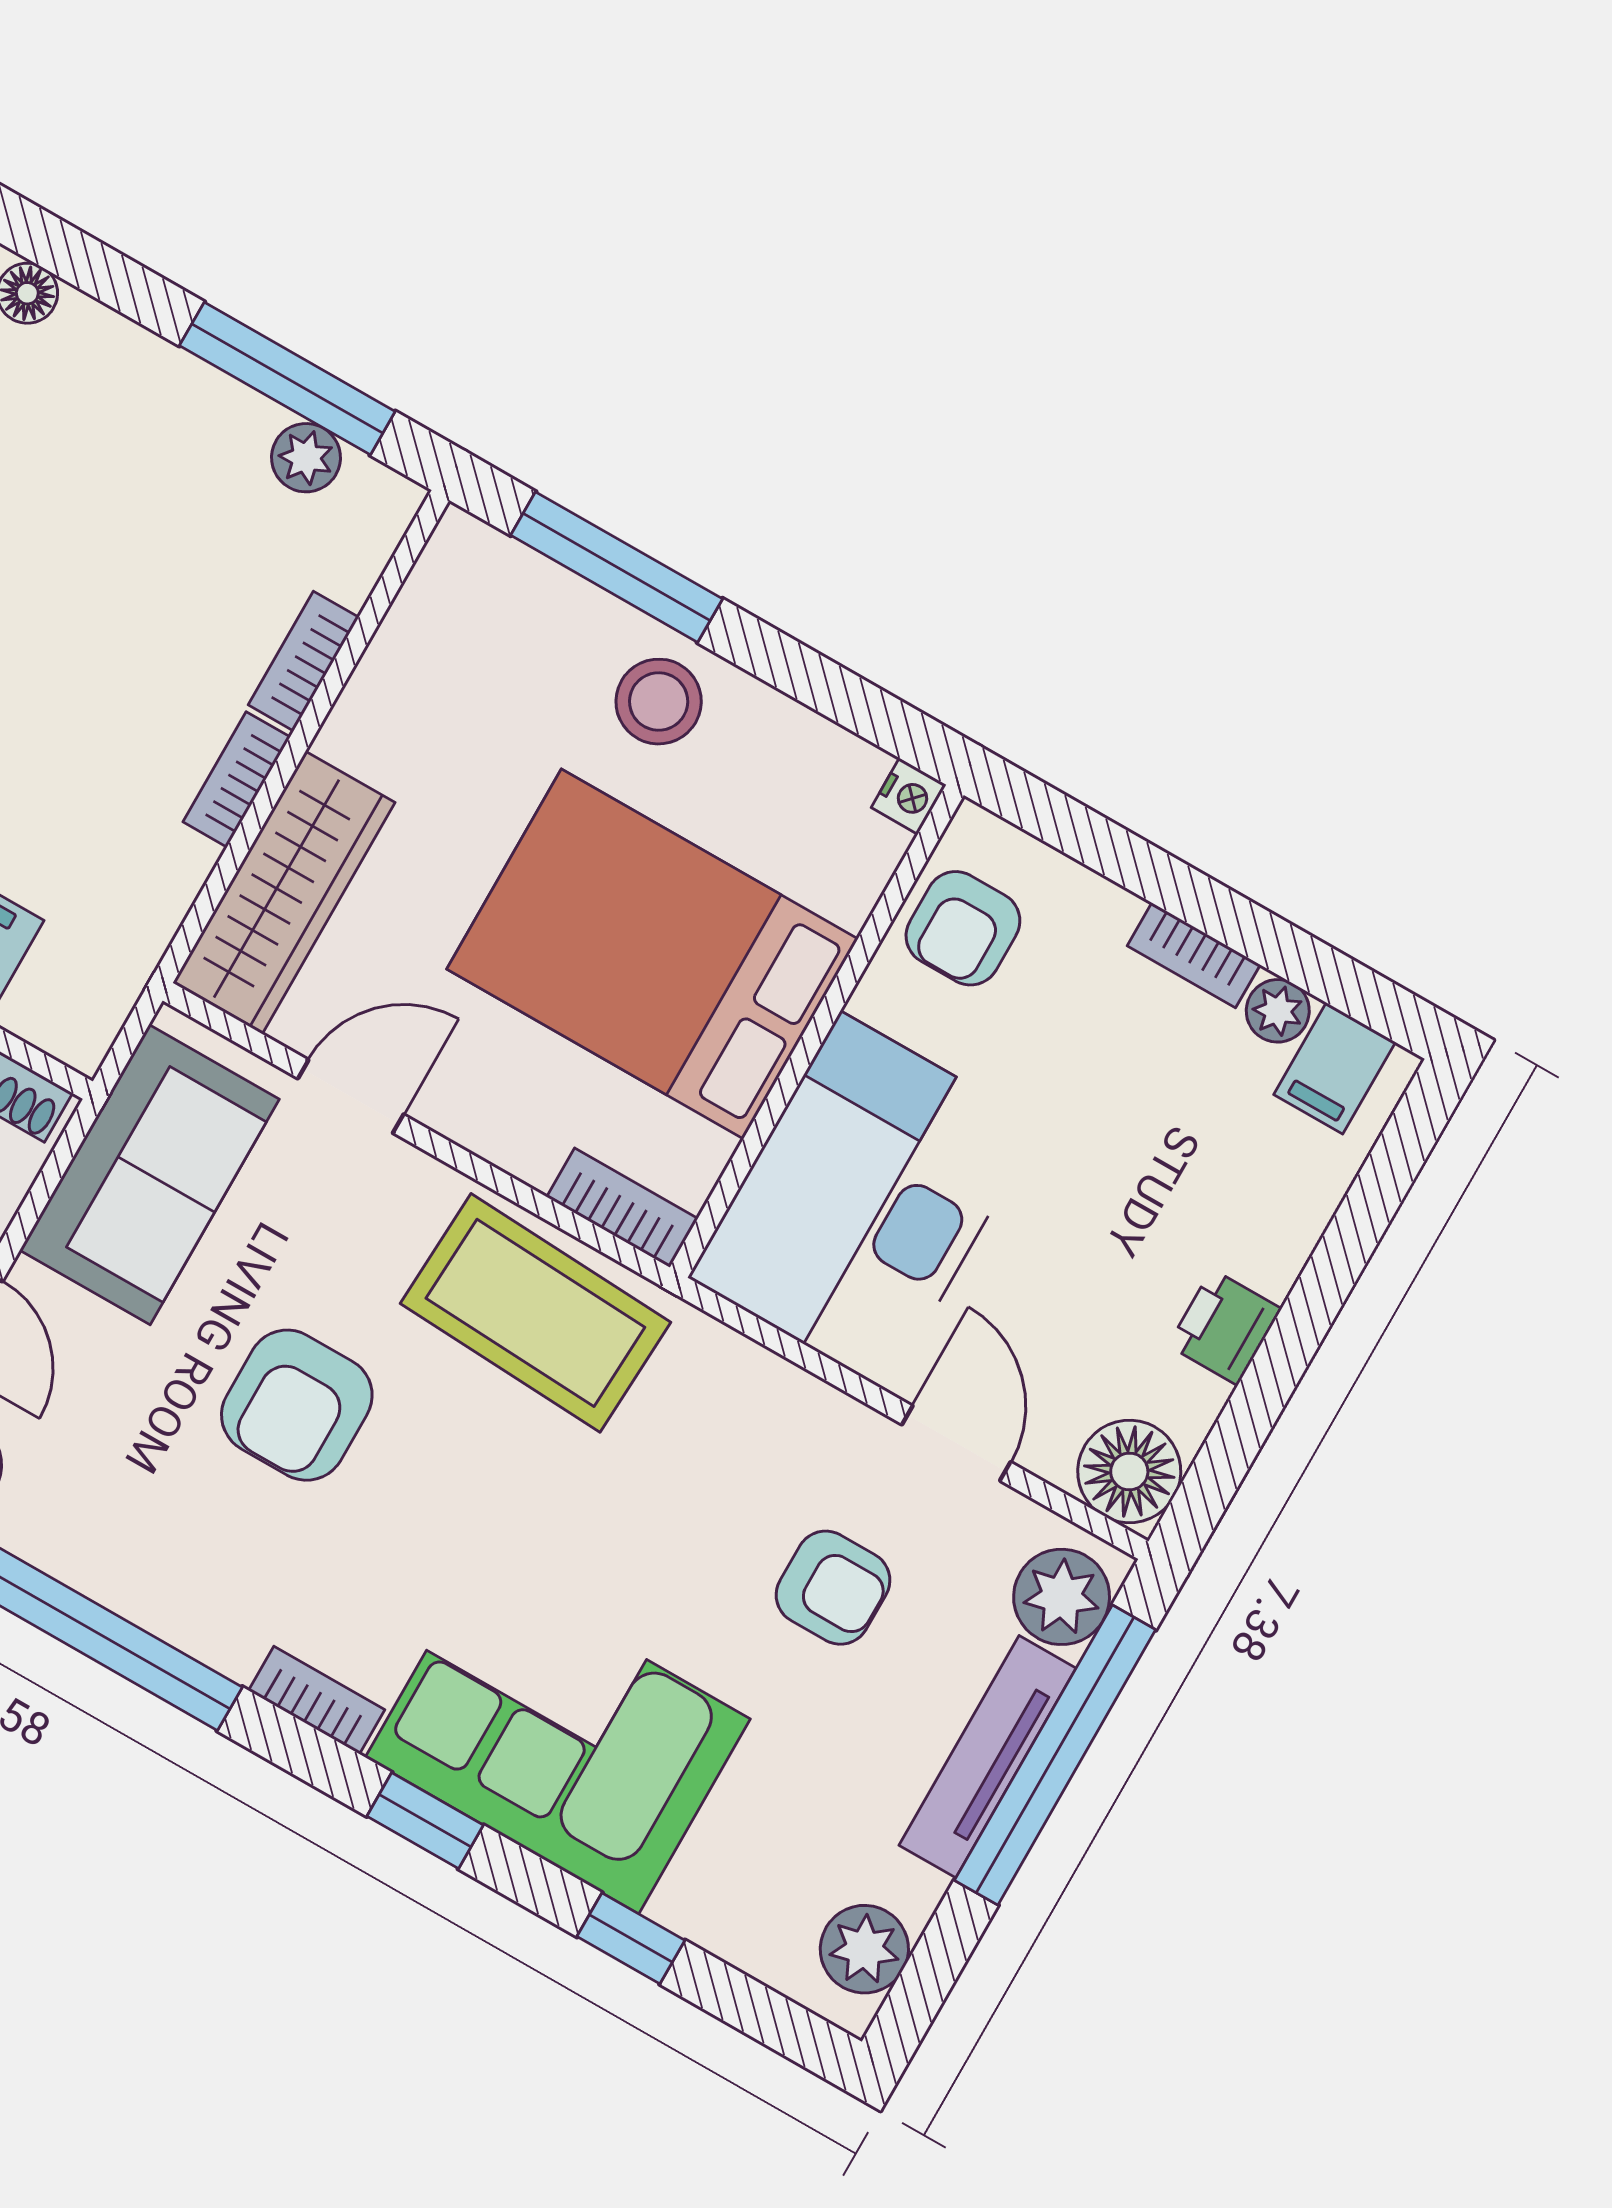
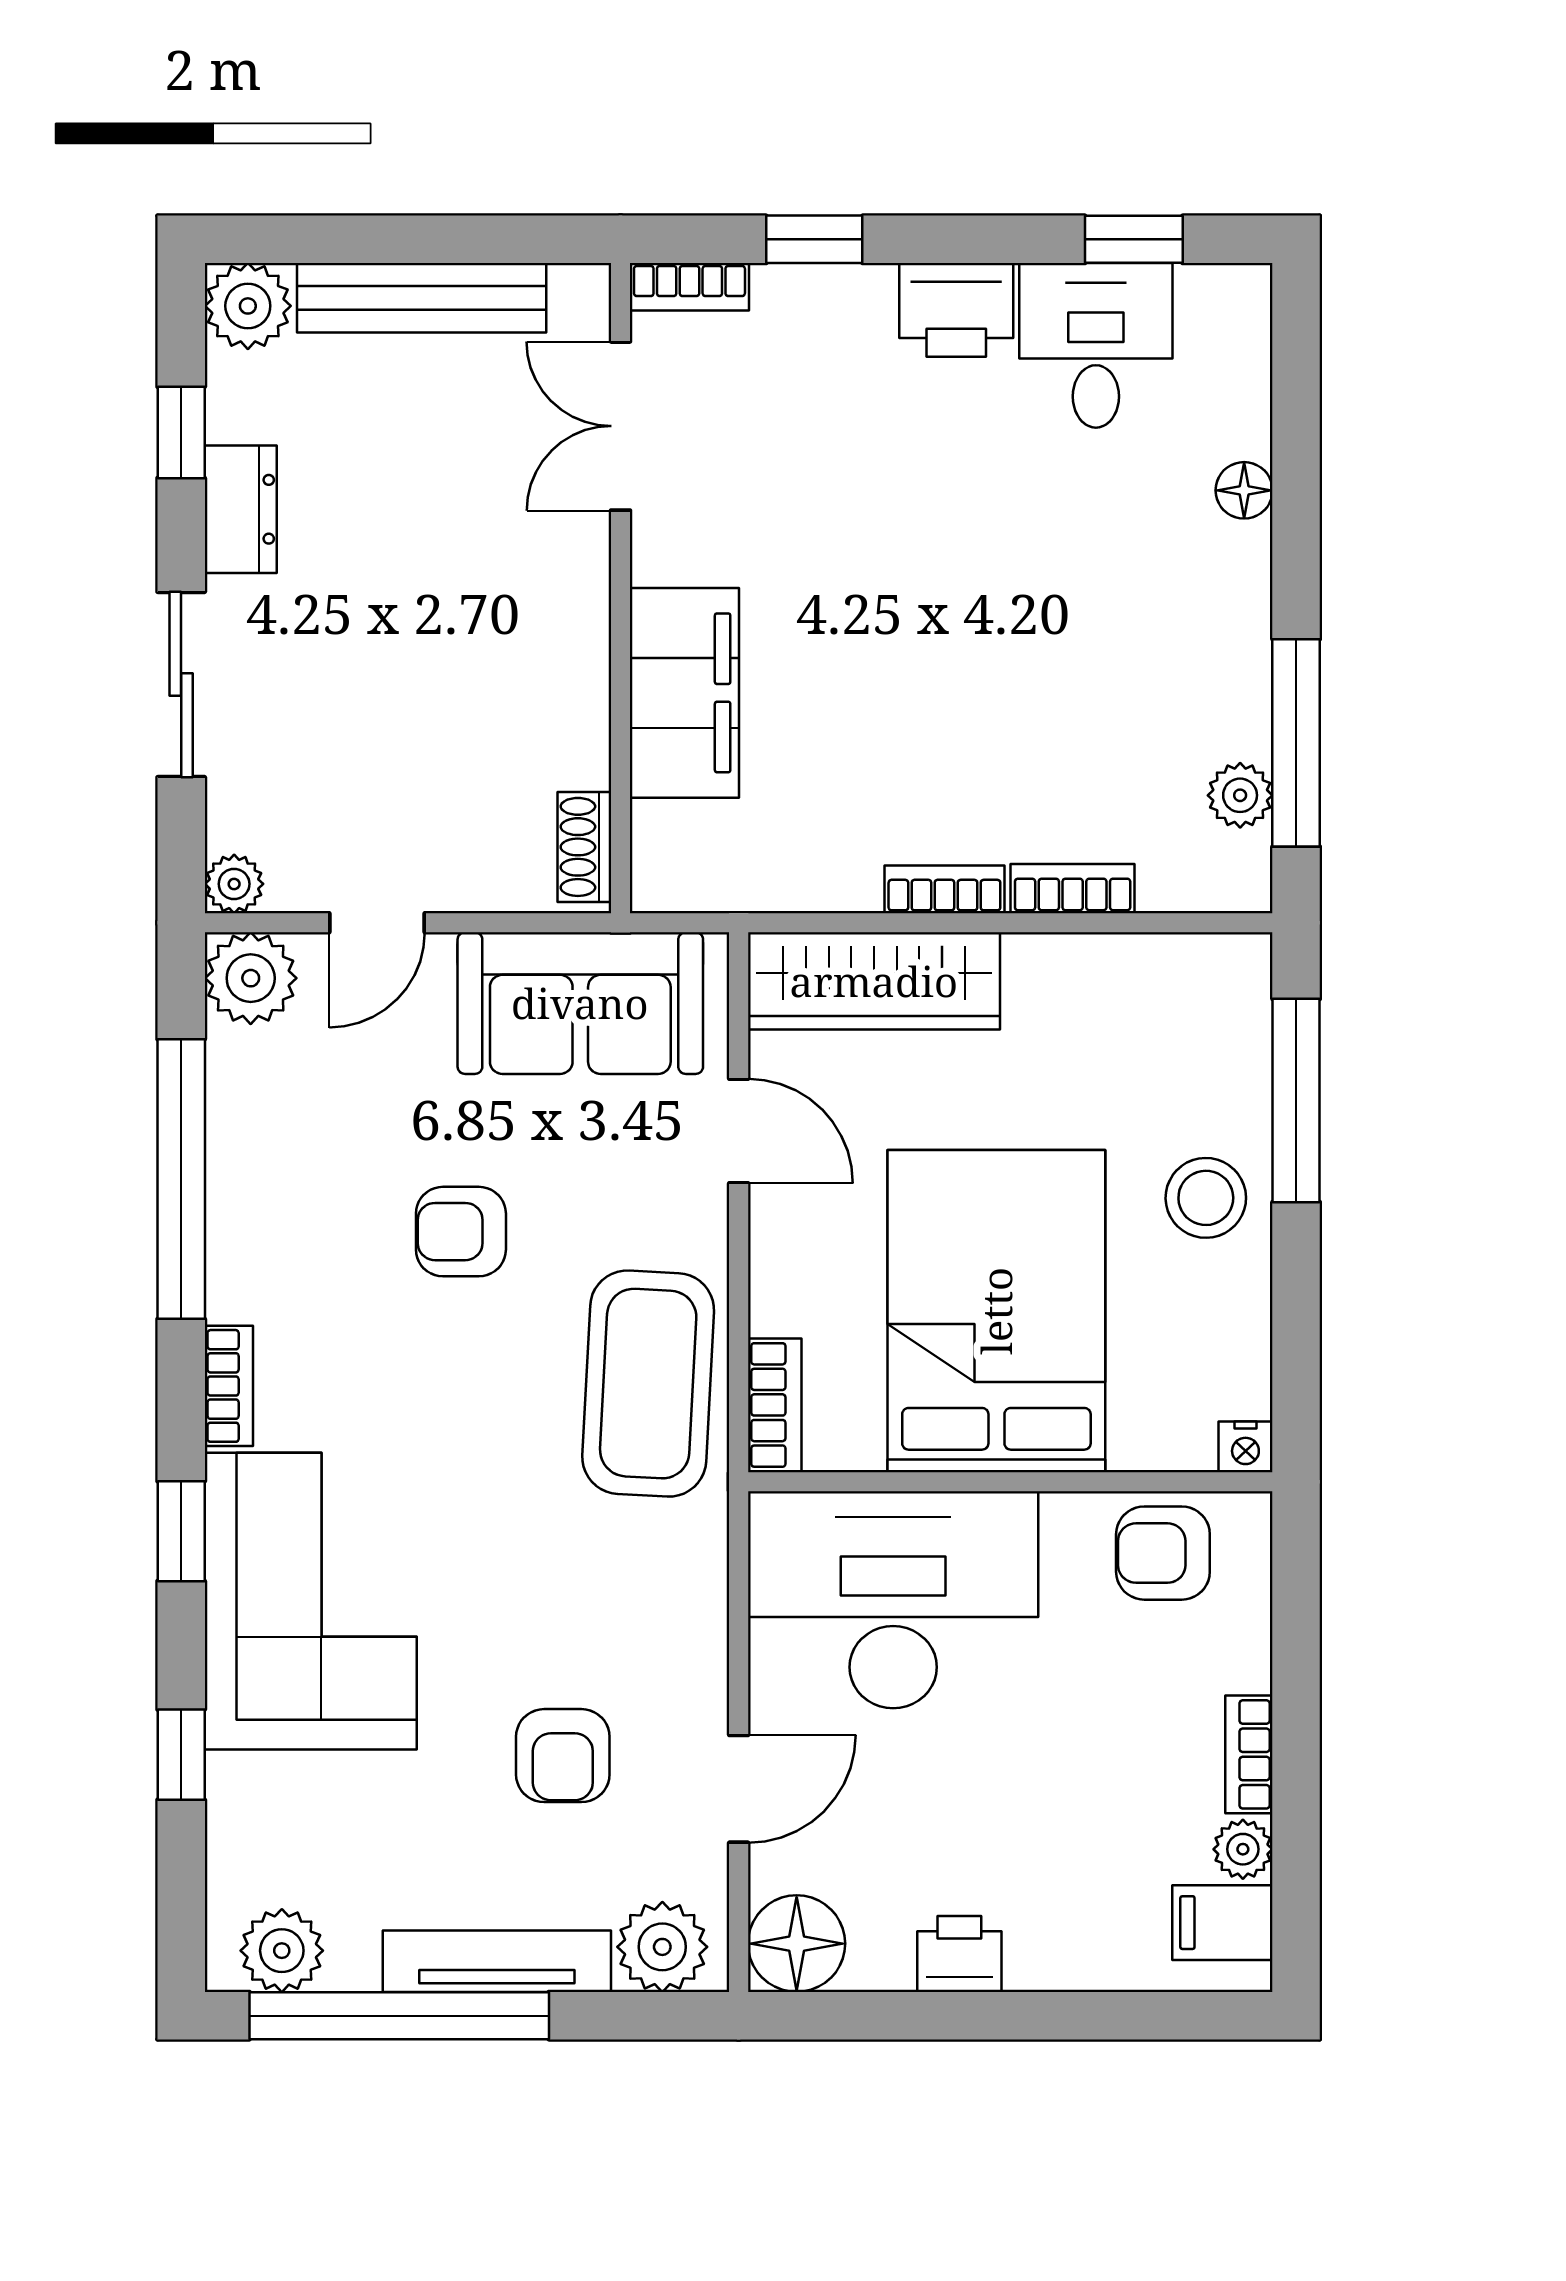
armchair: (297, 1405) -> (461, 1232), width x0.72, depth x0.72
window: (1055, 1755) -> (399, 2016), moved

